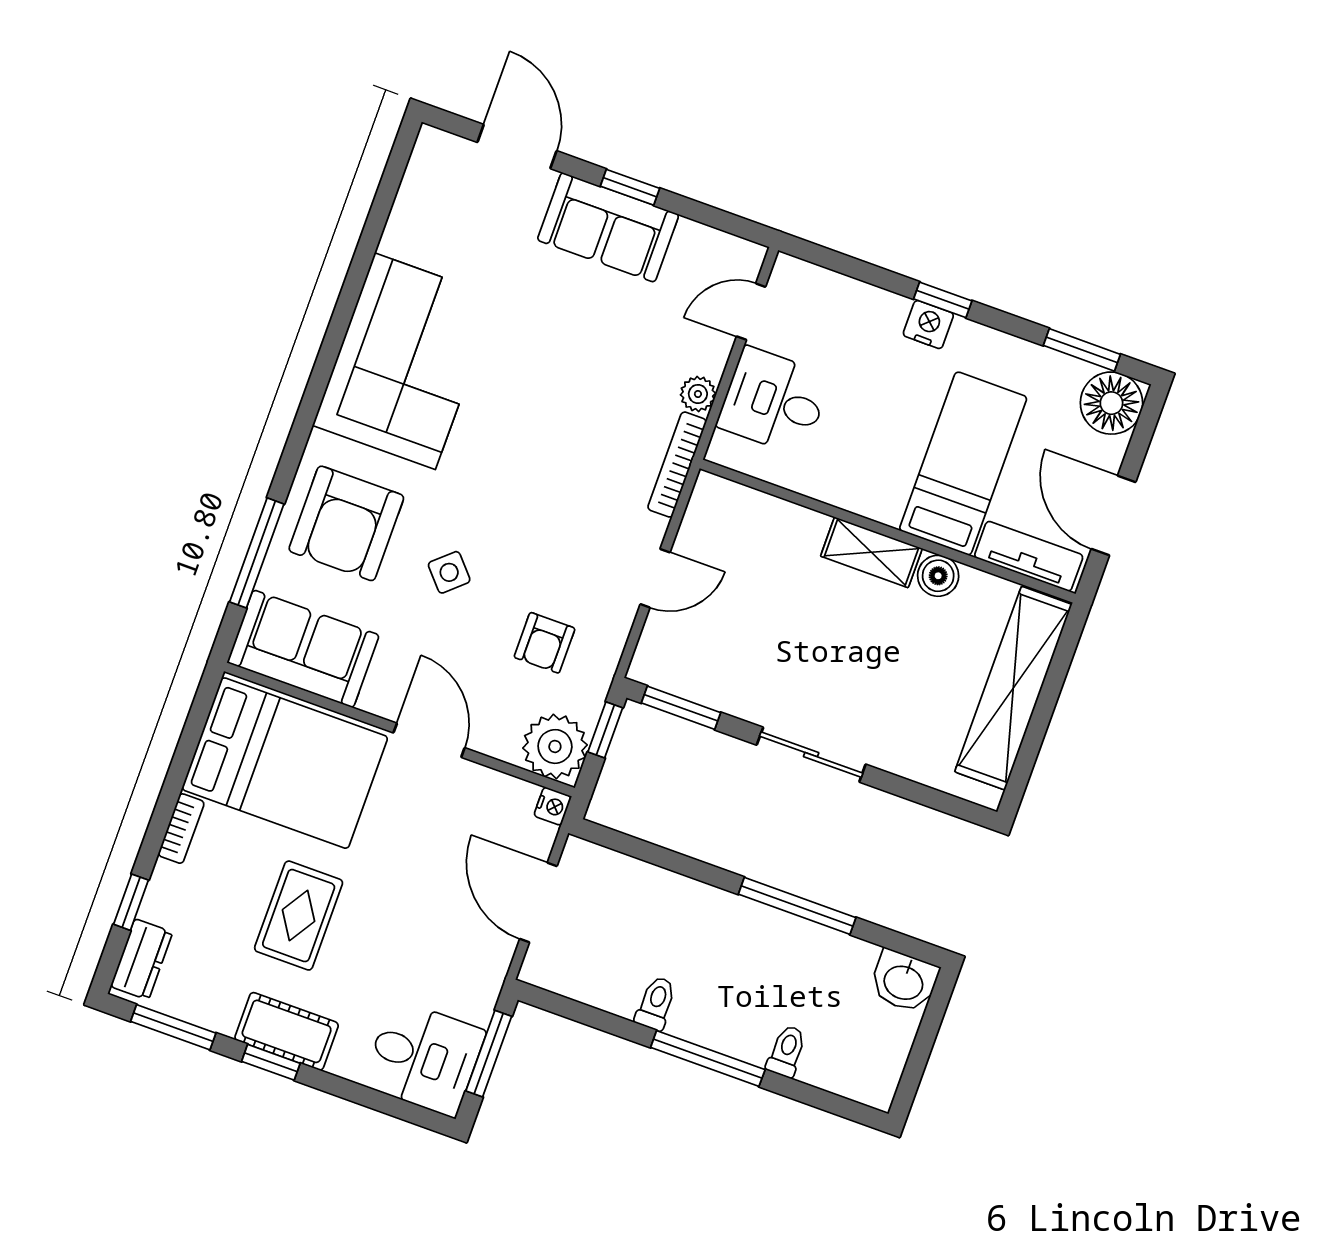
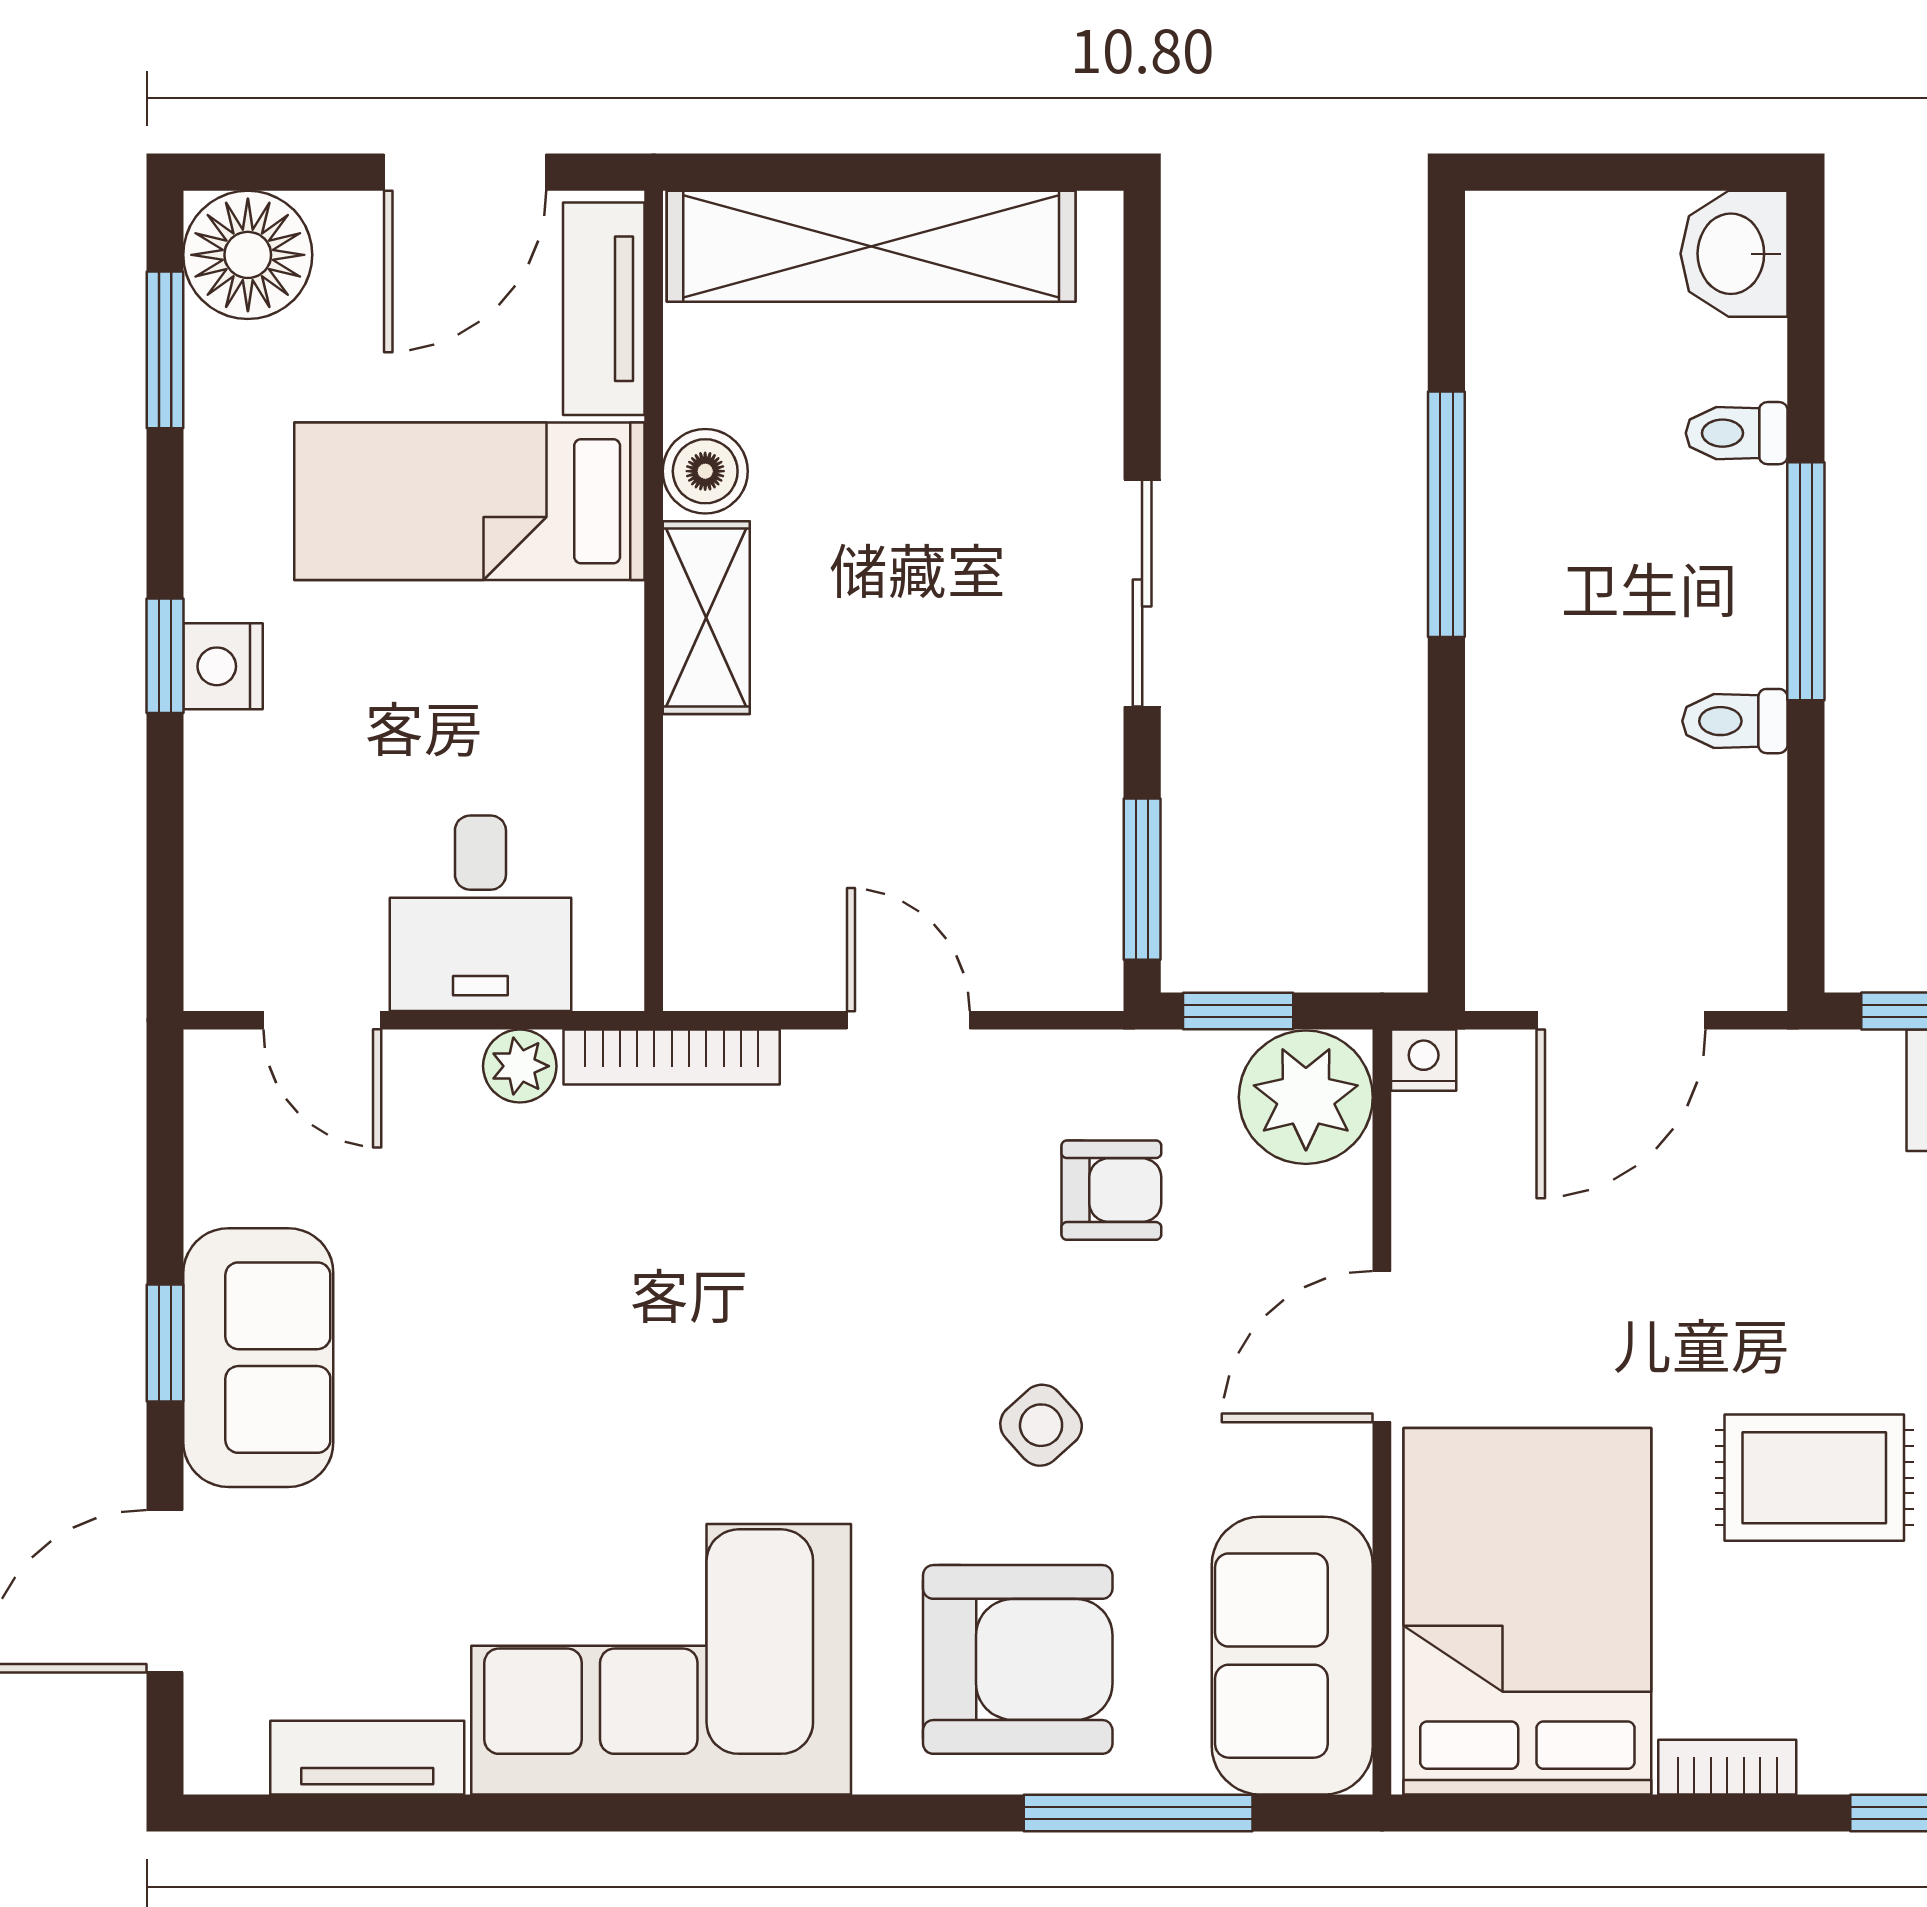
tv unit: (408, 211) -> (367, 1758), added
washbasin: (904, 981) -> (1734, 254), moved, turned 180

